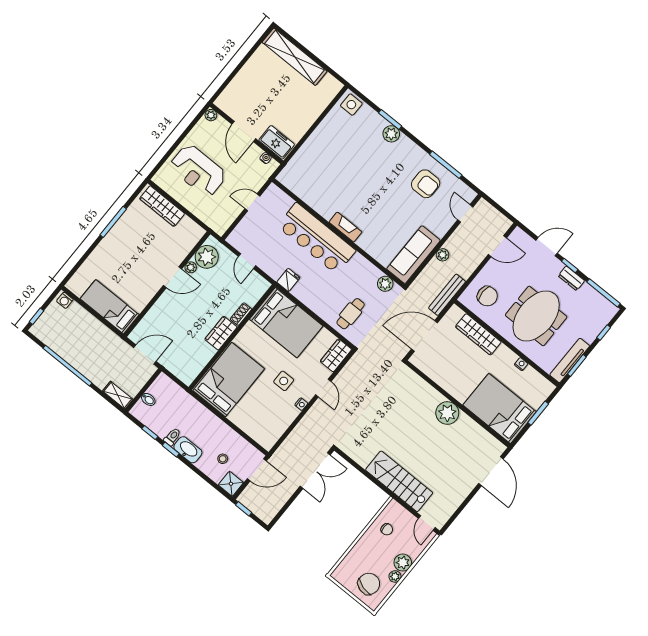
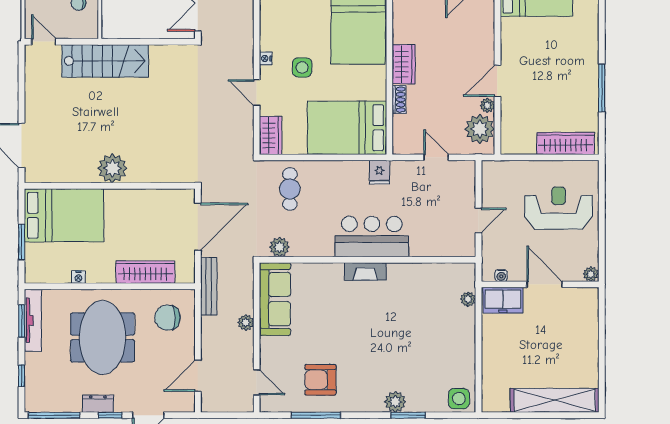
plant: (297, 160) -> (468, 299), added
bar counter: (316, 238) -> (372, 237), width x0.73

